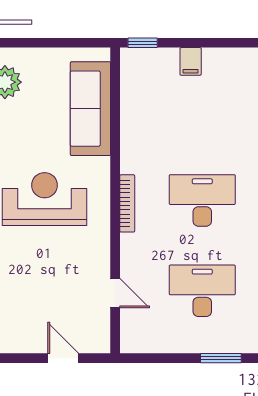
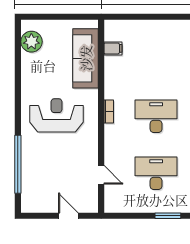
window: (143, 43) -> (118, 17), removed
filing cabinet: (191, 61) -> (113, 48), moved, turned -90
bookcase: (127, 203) -> (109, 112), width x0.64

